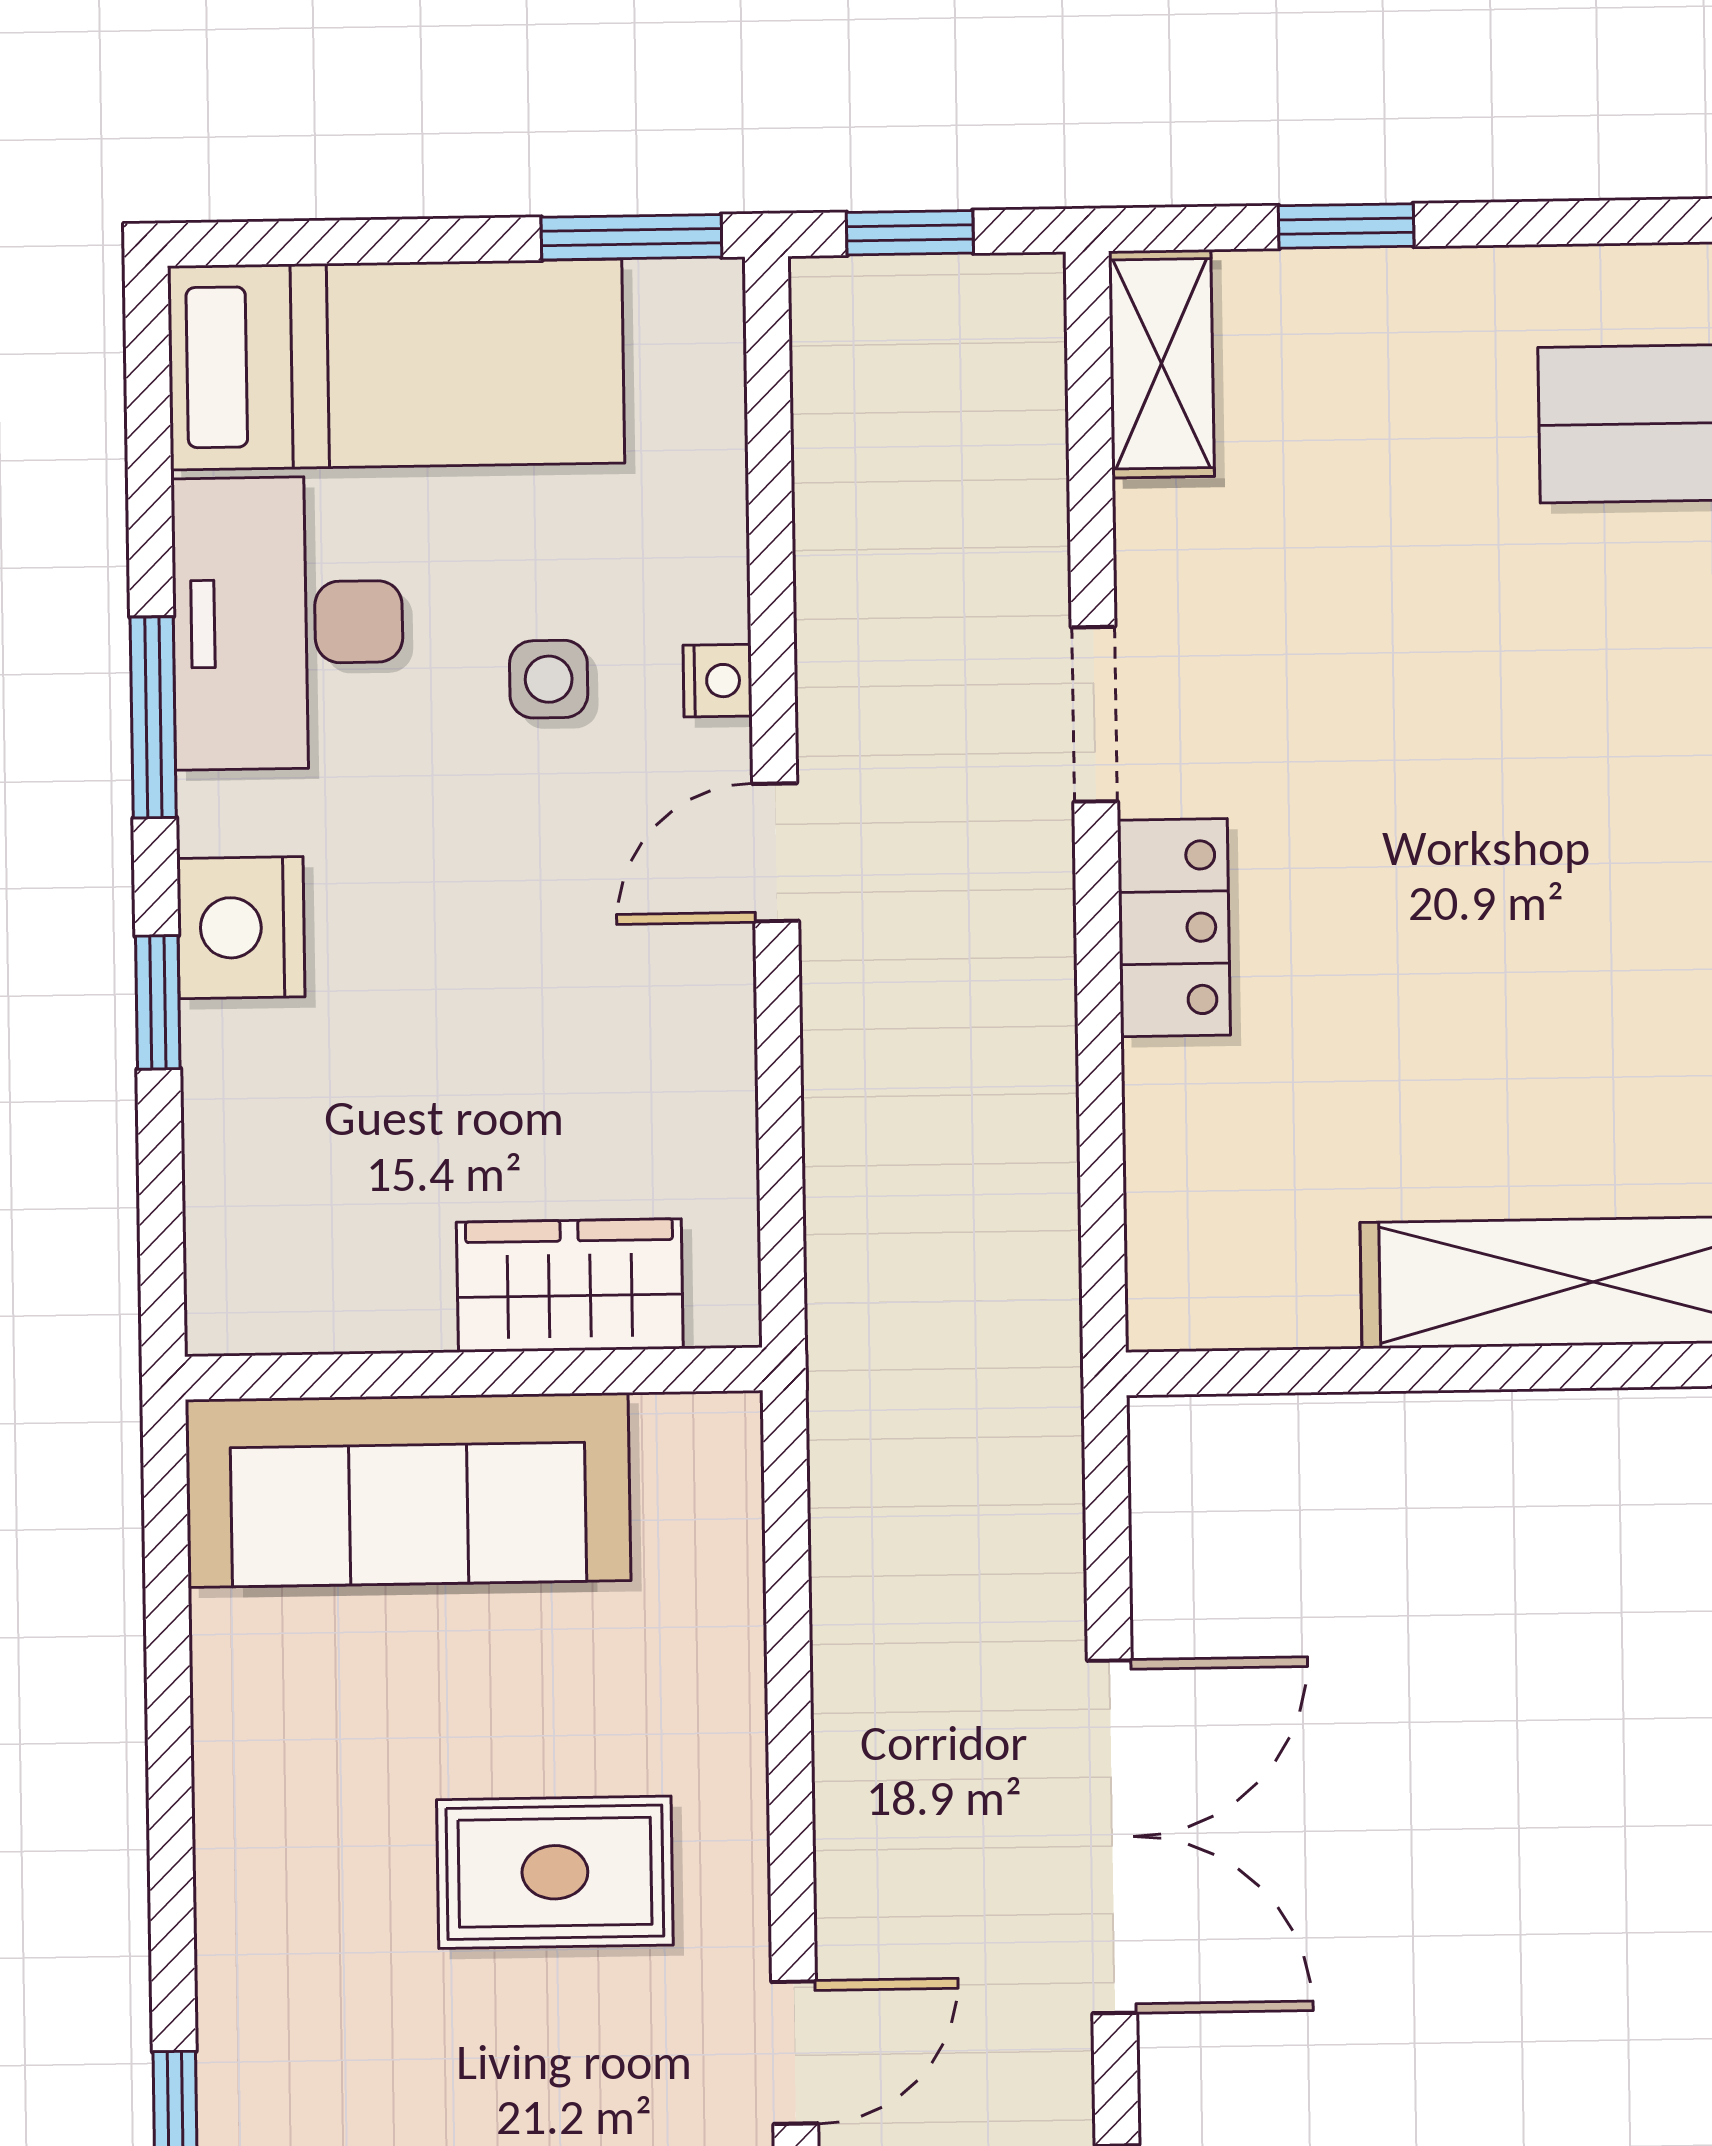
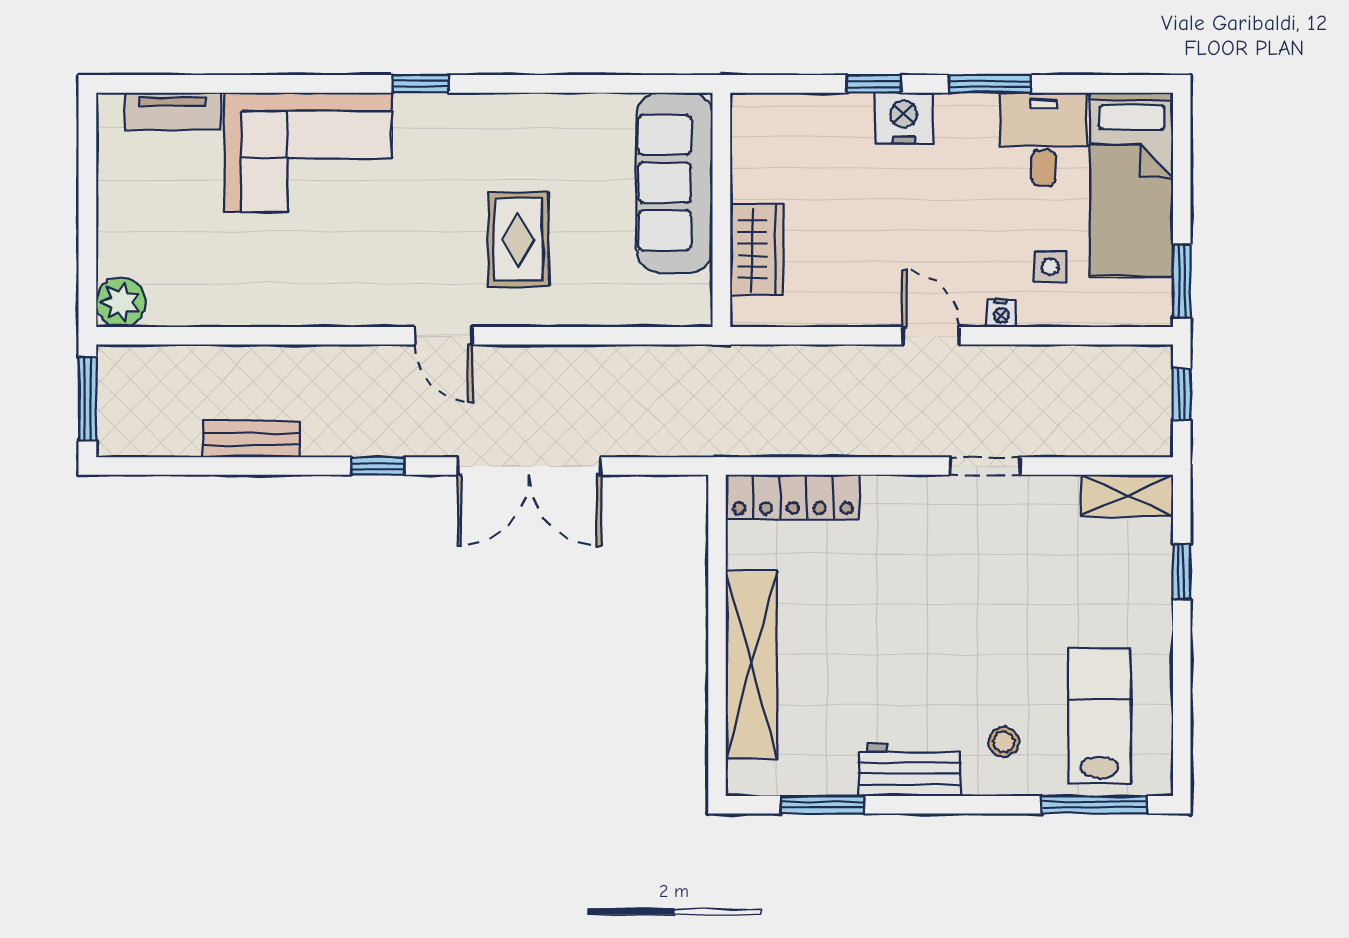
desk: (288, 623) -> (1043, 139), width x0.73
side table: (549, 679) -> (1050, 267), moved
locker: (1174, 928) -> (793, 497), moved, width x1.53

